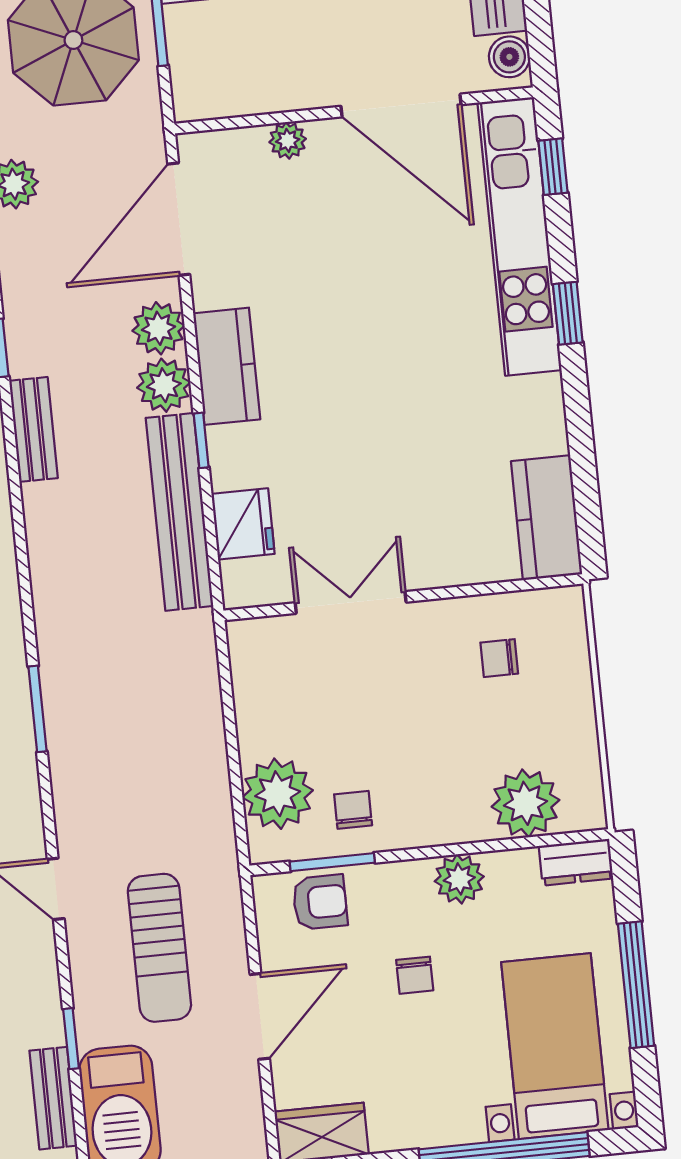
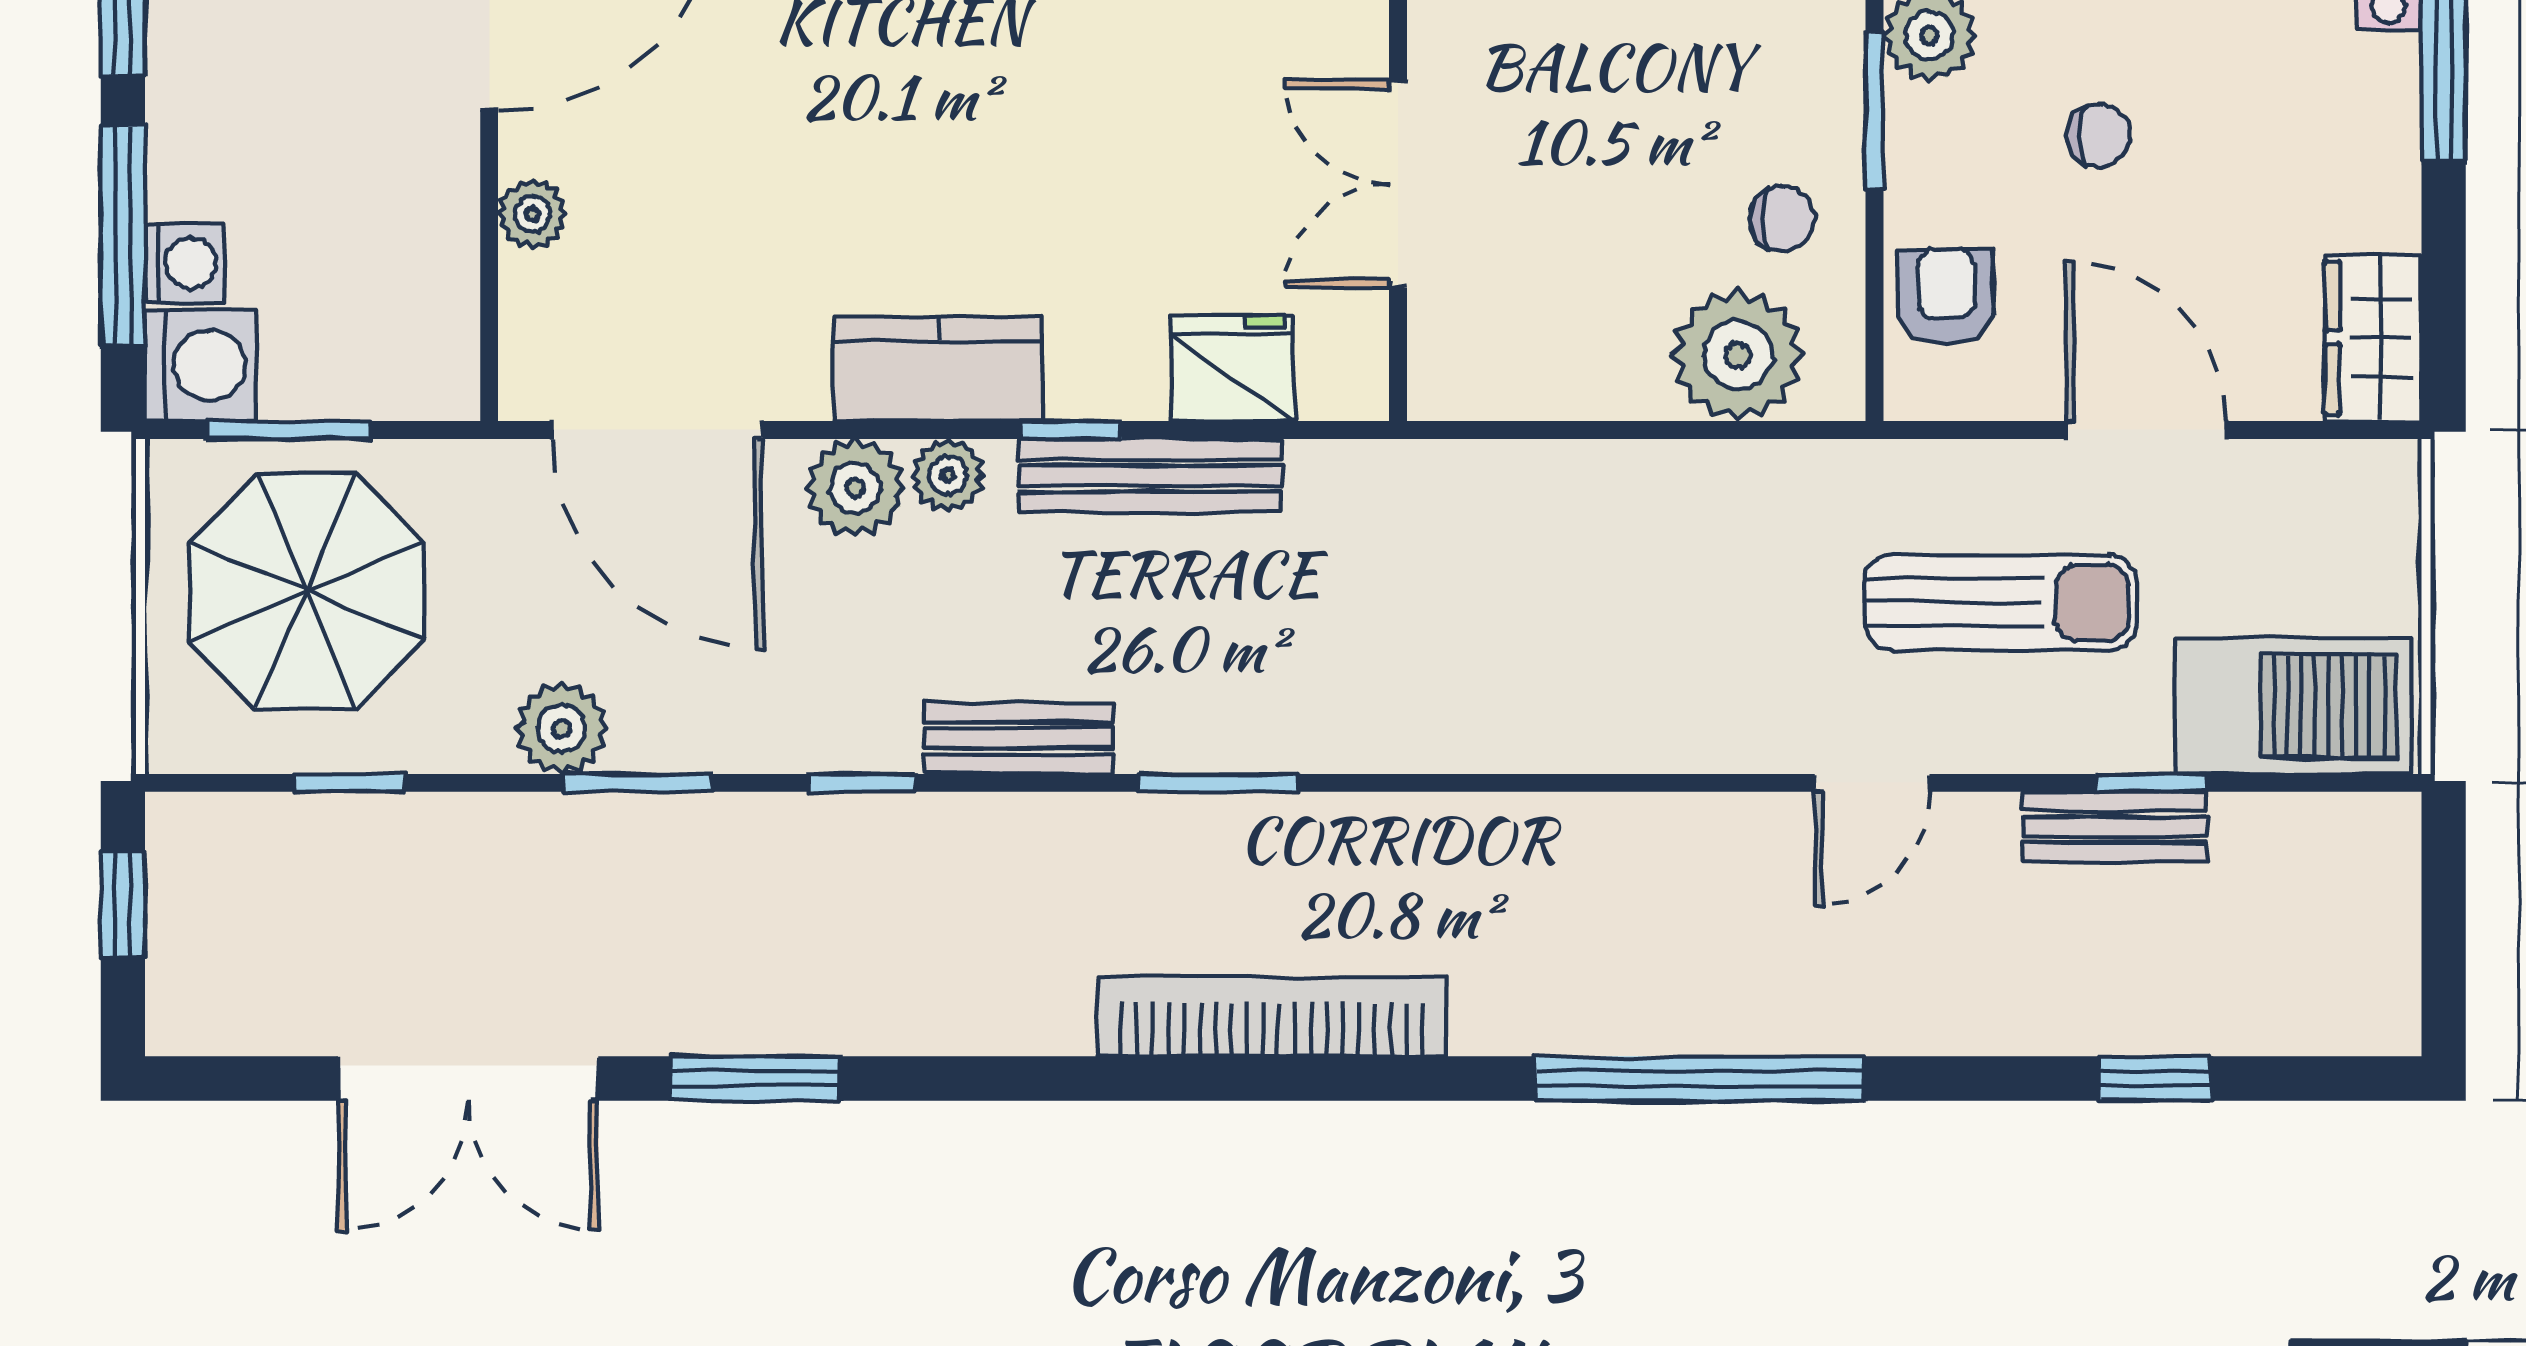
plant: (164, 385) -> (948, 475), width x0.73, depth x0.73
bench: (179, 512) -> (1150, 476), width x0.73, depth x0.82
window: (38, 709) -> (1218, 783), moved
chair: (353, 810) -> (1782, 219), turned 180
window: (332, 862) -> (1874, 111), moved
bench: (53, 1098) -> (2114, 827), moved

